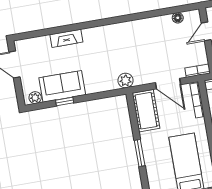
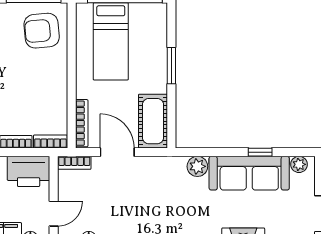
plant: (126, 80) -> (197, 166), moved
sofa: (62, 86) -> (249, 173), width x1.36

